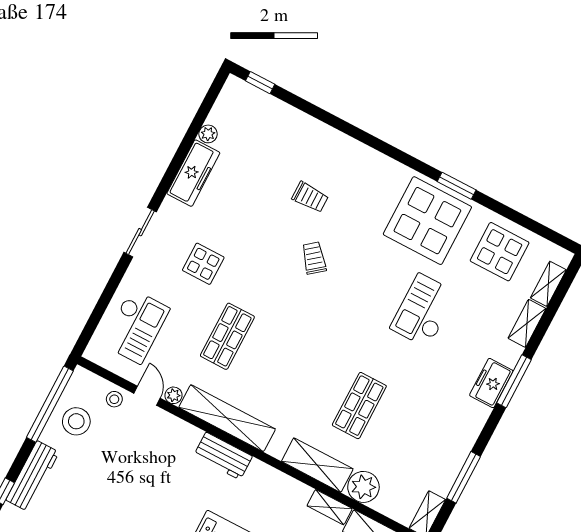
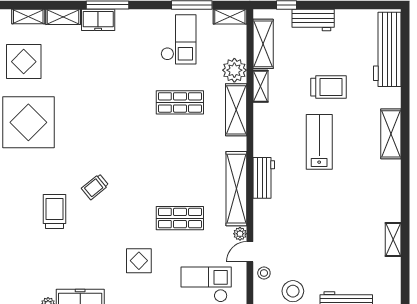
trolley: (310, 197) -> (55, 211), width x1.36, depth x1.39
checkout: (424, 311) -> (178, 39), moved, turned -90
freezer: (491, 383) -> (98, 20), moved

